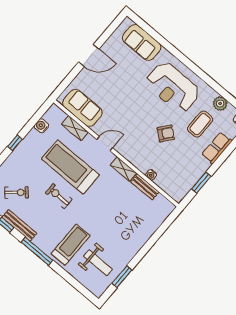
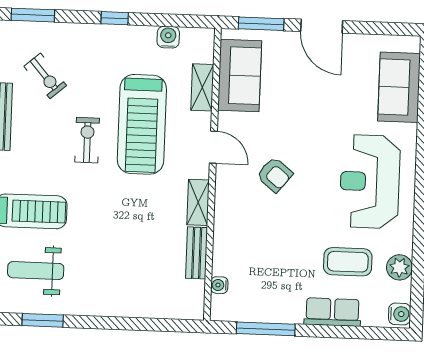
window: (67, 81) -> (261, 24), added
armchair: (166, 133) -> (275, 175), moved
treadmill: (70, 167) -> (142, 124), turned 180
water cooler: (151, 175) -> (219, 285), moved
window: (201, 183) -> (266, 329), width x1.44
weight bench: (98, 263) -> (36, 271), turned 90

